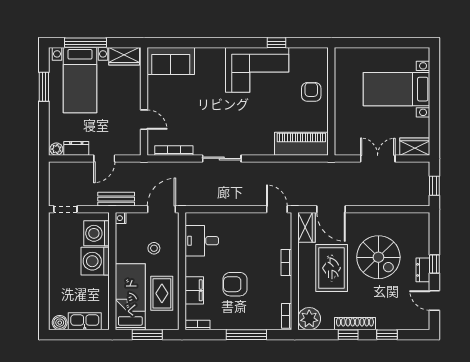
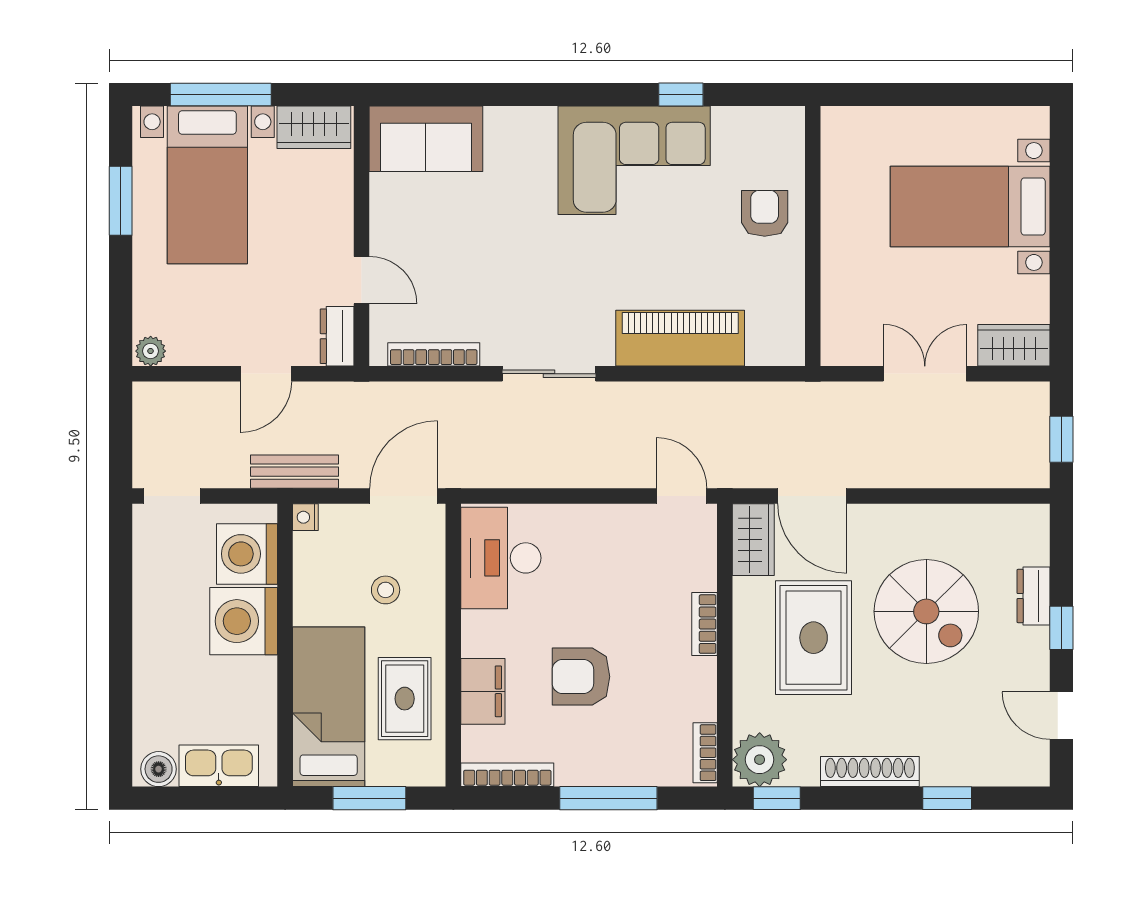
piano: (301, 144) -> (680, 338), moved
dresser: (76, 148) -> (337, 336), moved, turned -90
desk: (202, 241) -> (501, 558), width x1.37
dresser: (423, 270) -> (1034, 596), moved
bookcase: (198, 325) -> (507, 775), width x1.56
window: (348, 335) -> (777, 798), moved

